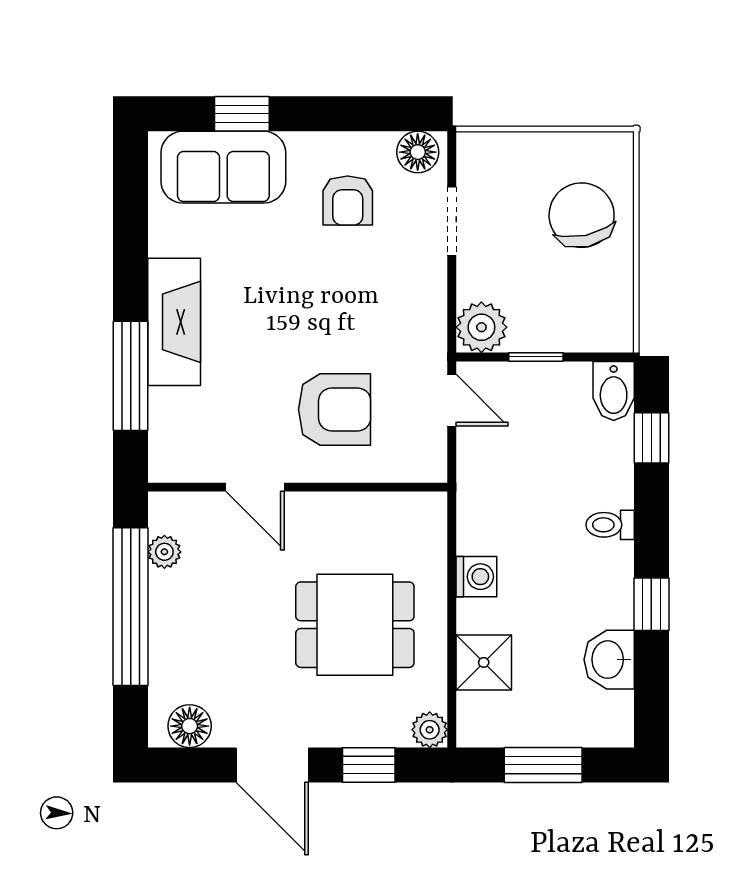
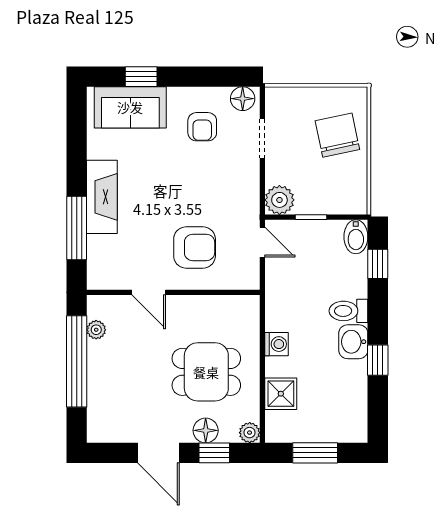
toilet: (610, 525) -> (348, 311), width x1.37, depth x1.39
washbasin: (609, 660) -> (353, 342), moved
floor lamp: (190, 726) -> (206, 430), moved

